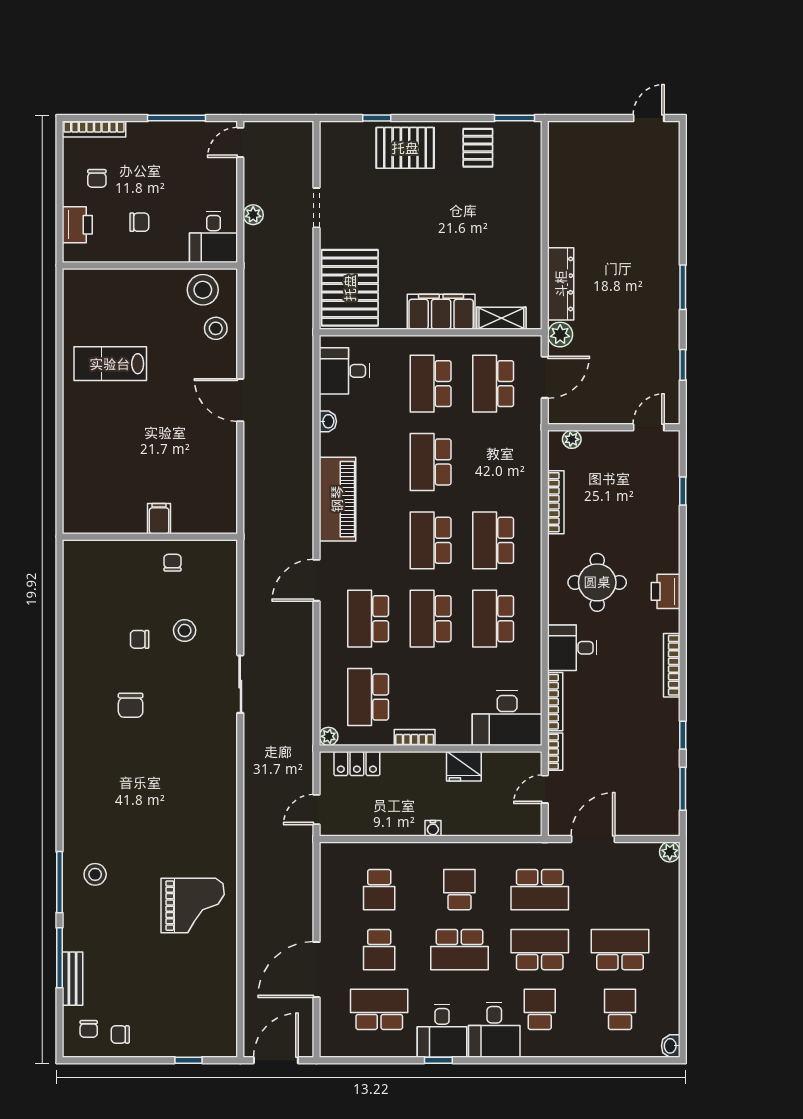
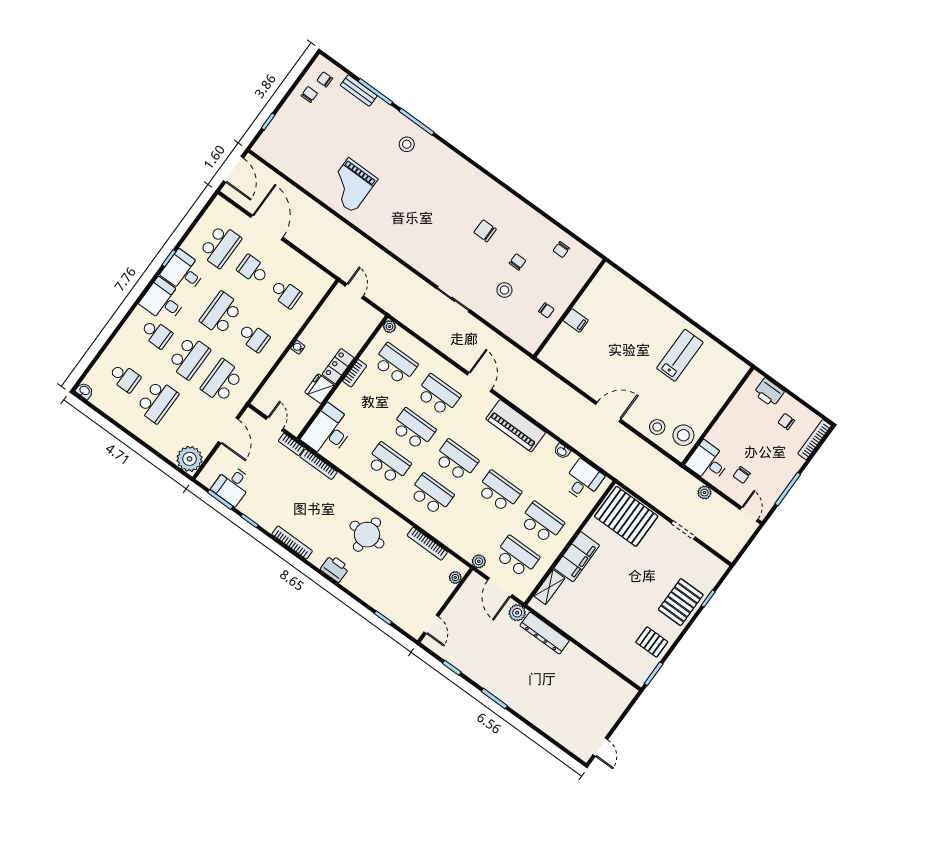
chair: (139, 222) -> (742, 475), moved
plant: (532, 425) -> (479, 561), added
chair: (87, 598) -> (561, 249), added
desk: (572, 648) -> (232, 485), moved, turned 180
locker: (357, 764) -> (338, 366), moved
plant: (670, 852) -> (190, 459), width x1.88, depth x1.88
school desk: (379, 890) -> (286, 293), turned 180

